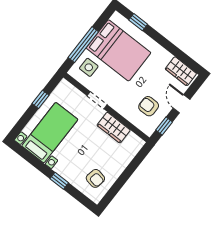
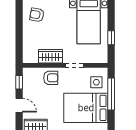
armchair: (149, 106) -> (51, 78), moved

